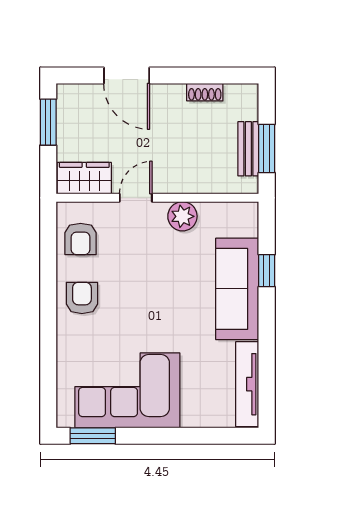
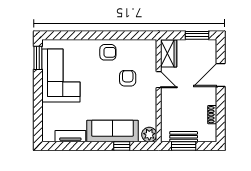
plant: (182, 216) -> (149, 135), moved
armchair: (81, 239) -> (128, 78), moved, turned 90
tv unit: (247, 384) -> (70, 136), width x0.71

